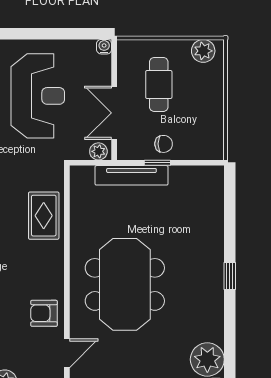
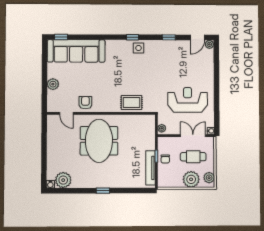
plant: (207, 89) -> (191, 179), added
reception desk: (38, 96) -> (188, 100), turned 180
double door: (114, 113) -> (193, 136), moved
tv unit: (131, 175) -> (150, 168), moved
meeting table: (125, 284) -> (99, 141), turned 90

